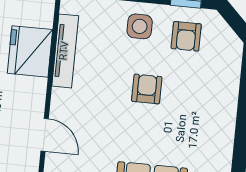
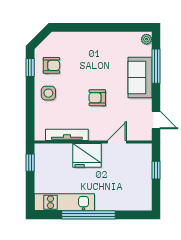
fridge: (30, 51) -> (87, 155), moved
armchair: (147, 89) -> (97, 98), moved

